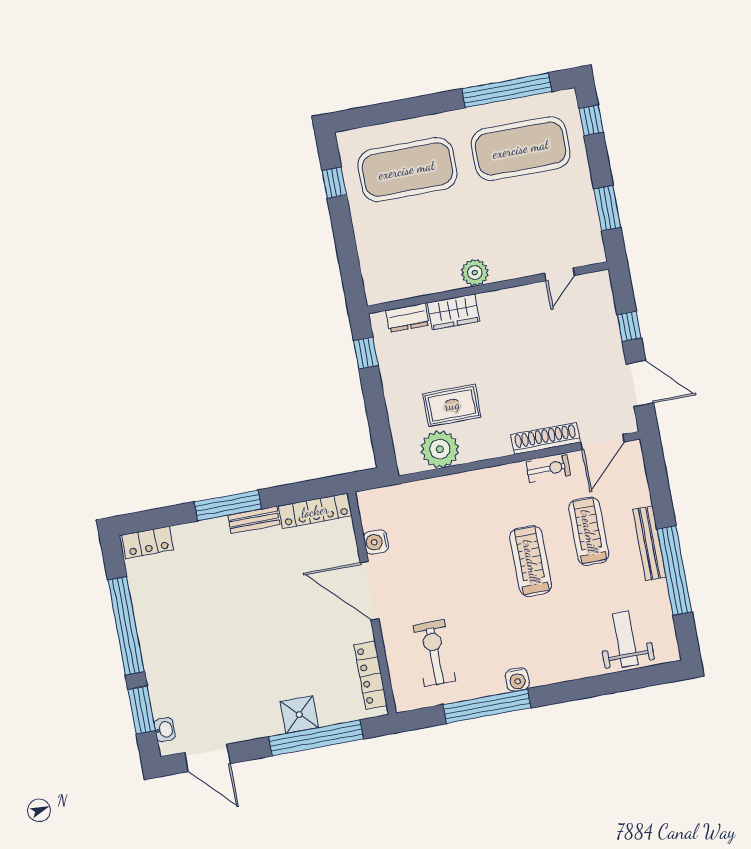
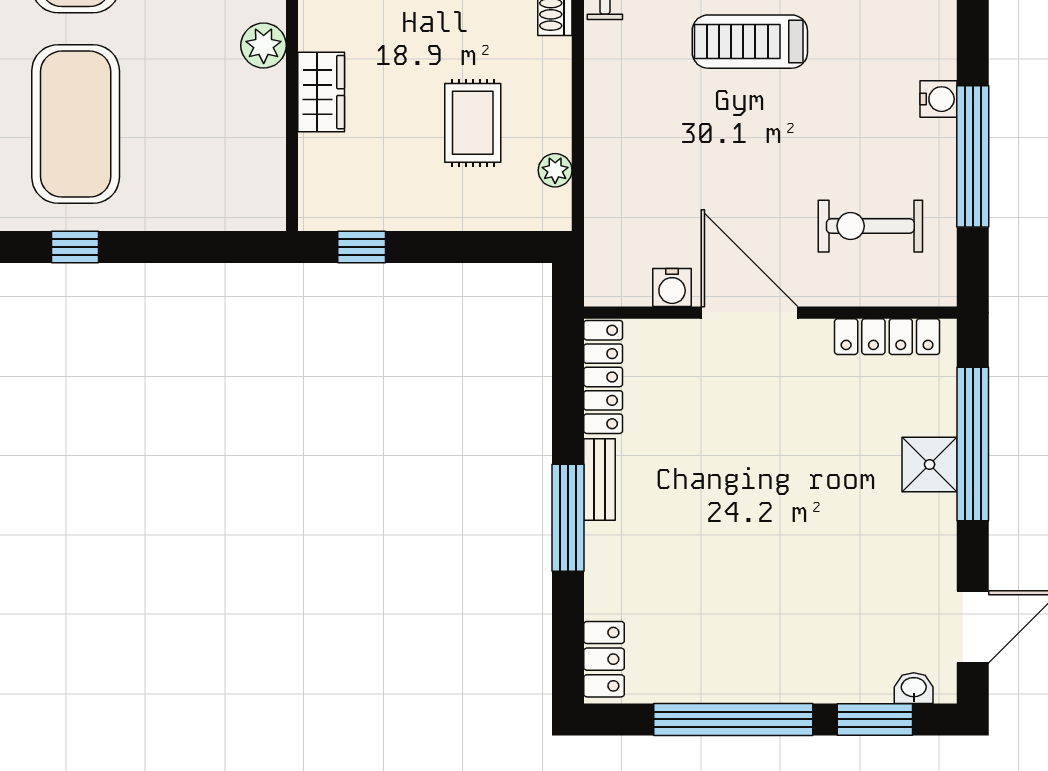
dresser: (408, 318) -> (317, 169), removed
plant: (440, 449) -> (555, 170), width x0.53, depth x0.53
door: (370, 591) -> (750, 313), swing flipped

